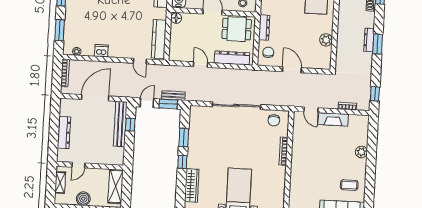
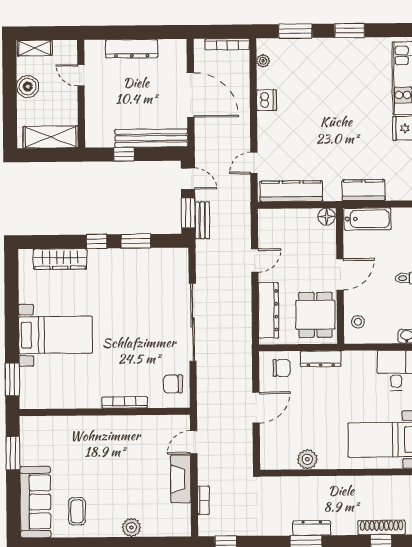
window: (130, 125) -> (124, 154), moved
shelving: (60, 183) -> (35, 48), moved

